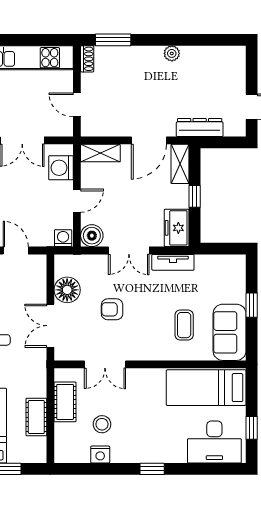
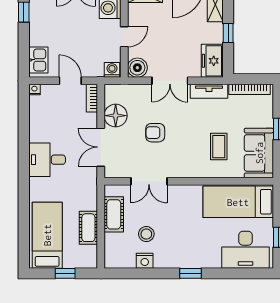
bookcase: (219, 260) -> (250, 89), added
bookcase: (40, 270) -> (92, 98), added

